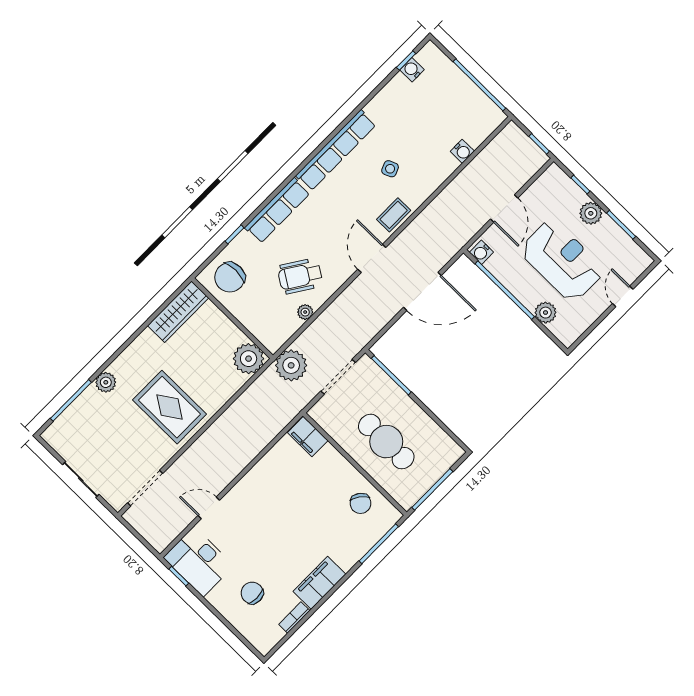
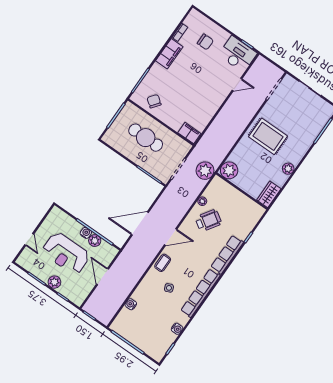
water cooler: (412, 70) -> (177, 329), moved
water cooler: (481, 252) -> (86, 233), moved
door: (372, 258) -> (171, 237), hinge flipped
chair: (230, 277) -> (247, 213), removed
wardrobe: (178, 312) -> (269, 194), width x0.67
plant: (546, 313) -> (95, 241), moved
plant: (106, 382) -> (288, 169), moved

